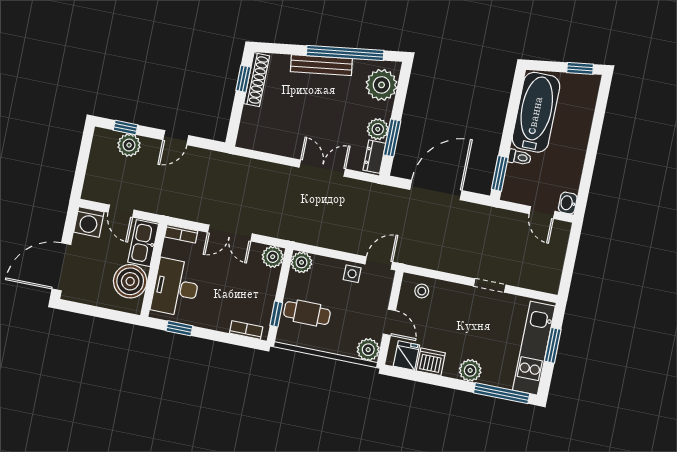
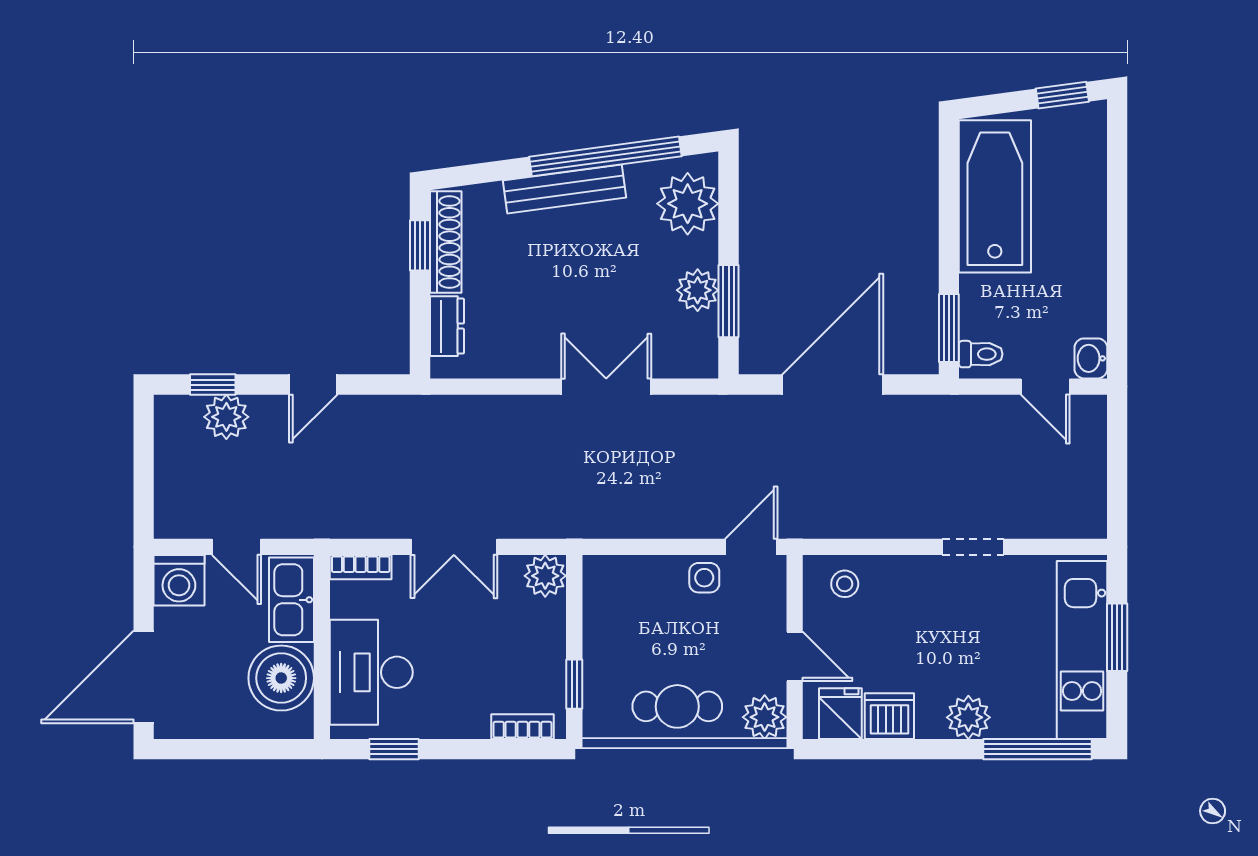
dresser: (374, 157) -> (447, 326), moved, turned 180
toilet: (520, 157) -> (981, 354), moved
plant: (302, 262) -> (603, 575), removed
cafe table: (307, 313) -> (677, 706), moved

